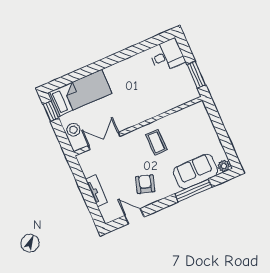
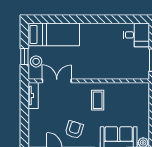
window: (51, 111) -> (24, 57), moved
tv unit: (96, 191) -> (33, 95), moved

